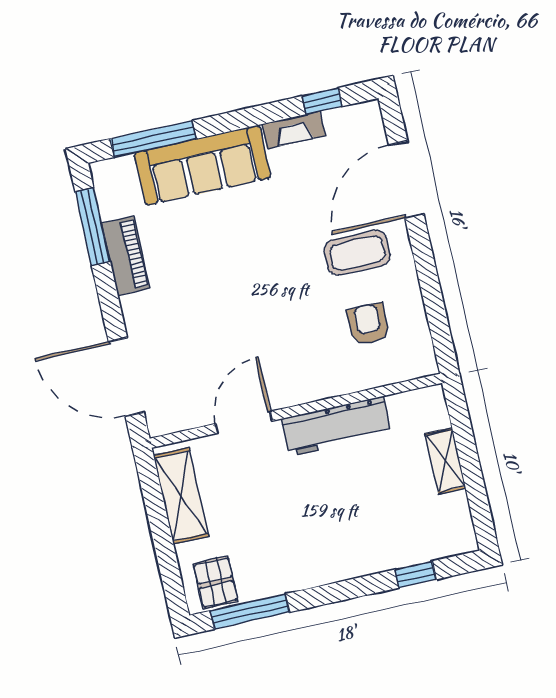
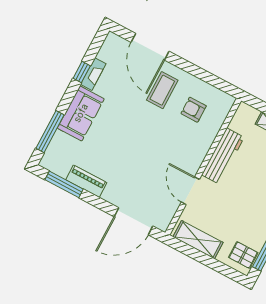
window: (322, 101) -> (82, 72), moved
sofa: (203, 165) -> (81, 113), width x0.73

